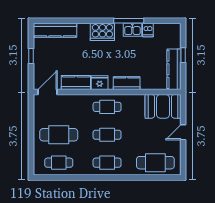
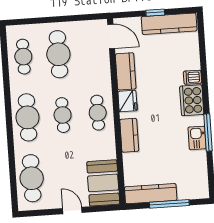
kitchen counter: (55, 30) -> (169, 24), moved, turned -90
dishwasher: (148, 30) -> (193, 77), moved
window: (183, 55) -> (169, 204), width x2.17
cafe table: (107, 163) -> (28, 117), width x1.37, depth x1.35

